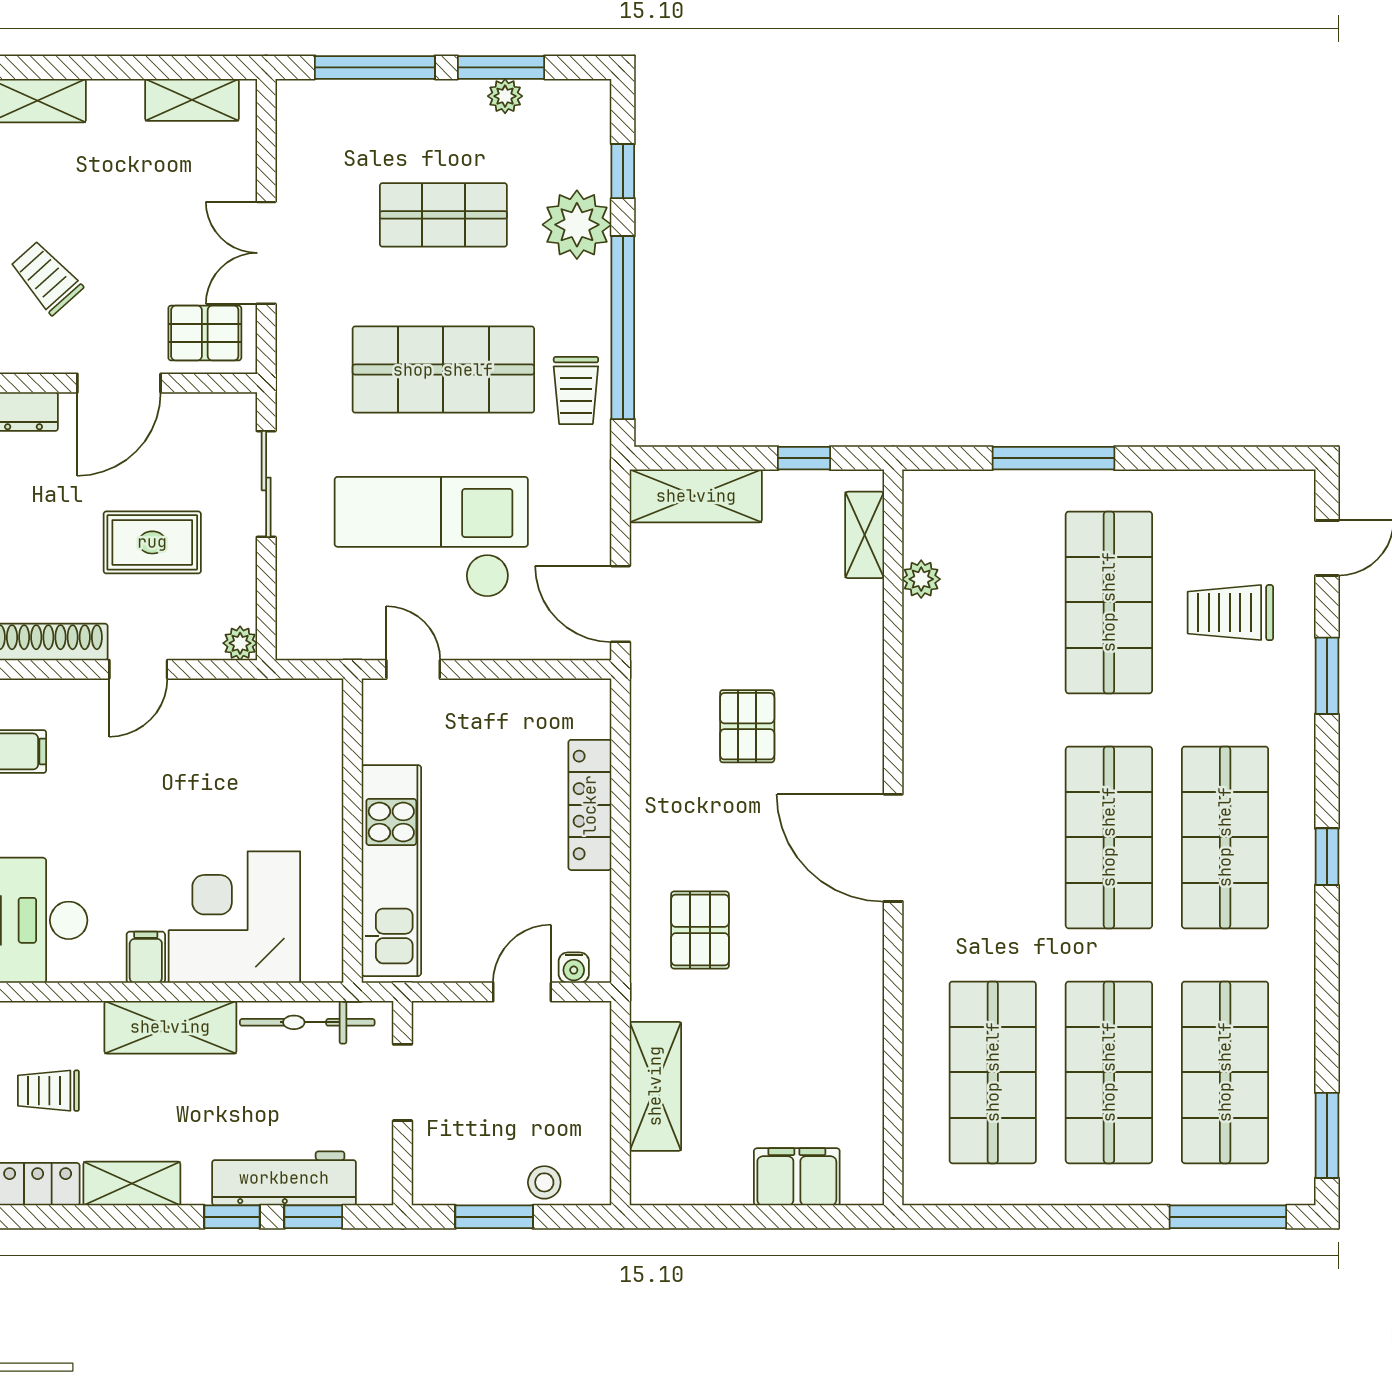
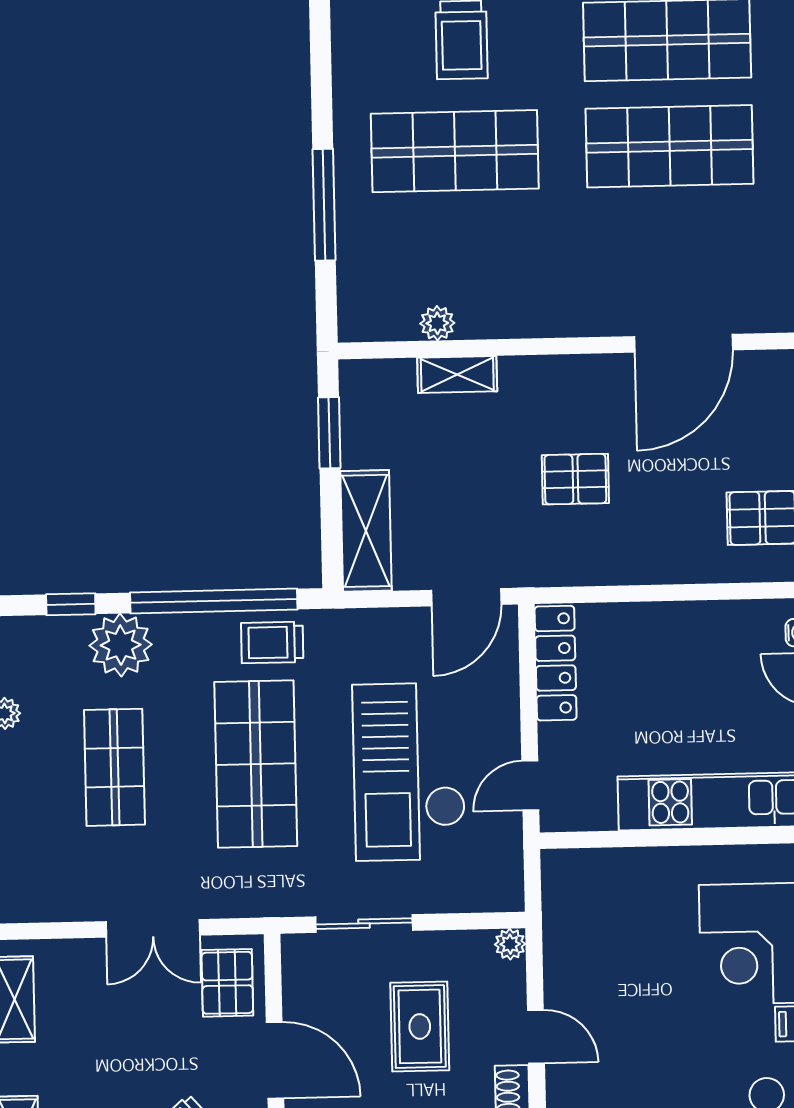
trolley: (576, 391) -> (272, 642), turned 180
window: (804, 458) -> (329, 433), width x1.50
shelving: (865, 535) -> (457, 374), moved
locker: (590, 805) -> (556, 663), moved, turned -90

